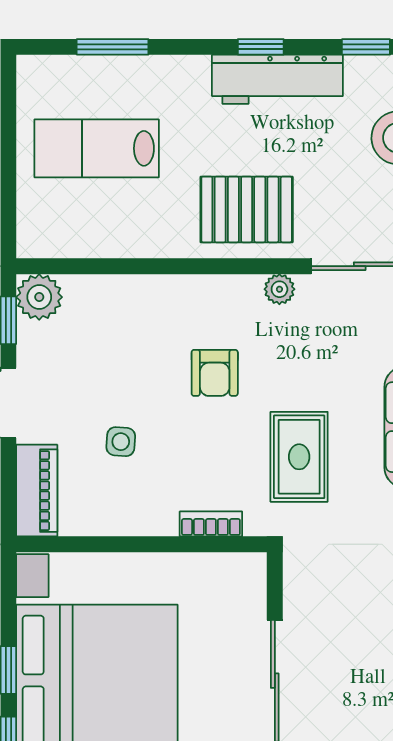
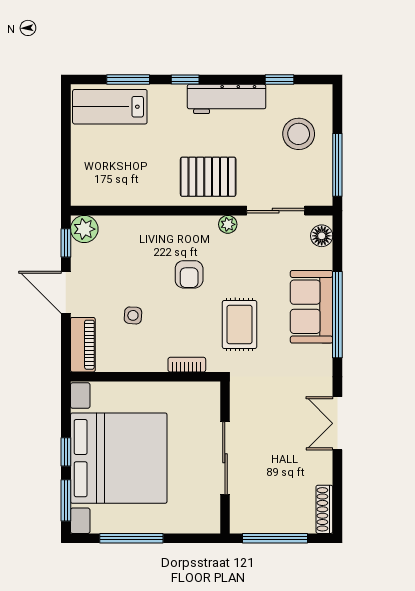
window: (261, 47) -> (185, 80), moved
lab bench: (97, 148) -> (110, 107), moved

